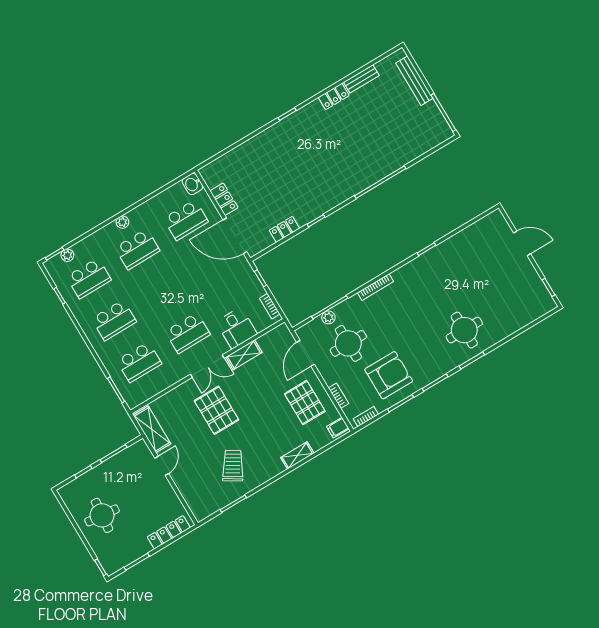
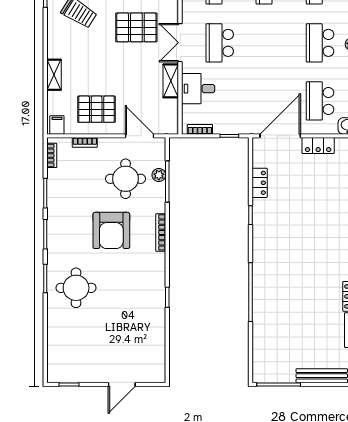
armchair: (389, 375) -> (111, 230), moved

